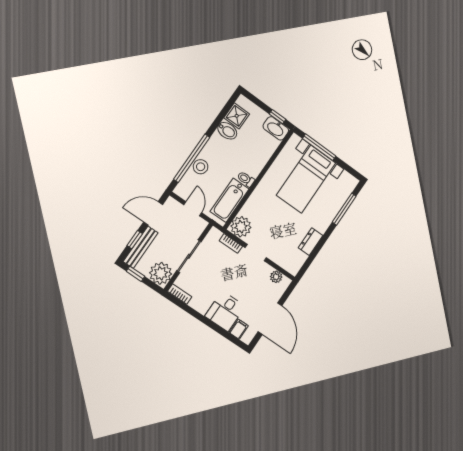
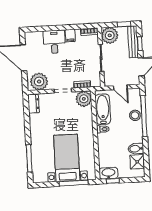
dresser: (311, 242) -> (34, 104), moved
plant: (276, 277) -> (39, 82), width x1.87, depth x1.87
filing cabinet: (239, 329) -> (70, 36), moved

